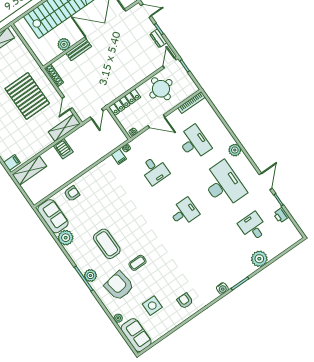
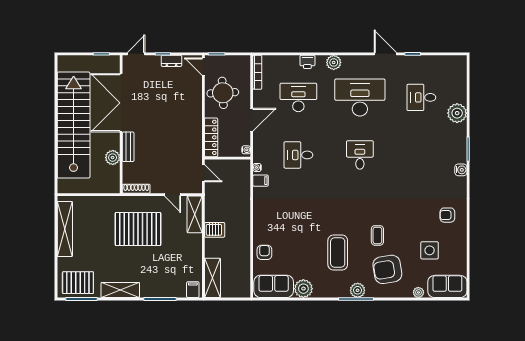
desk: (155, 170) -> (298, 155), turned 180
printer: (281, 215) -> (307, 62), moved
coffee table: (107, 244) -> (338, 252), turned 90

